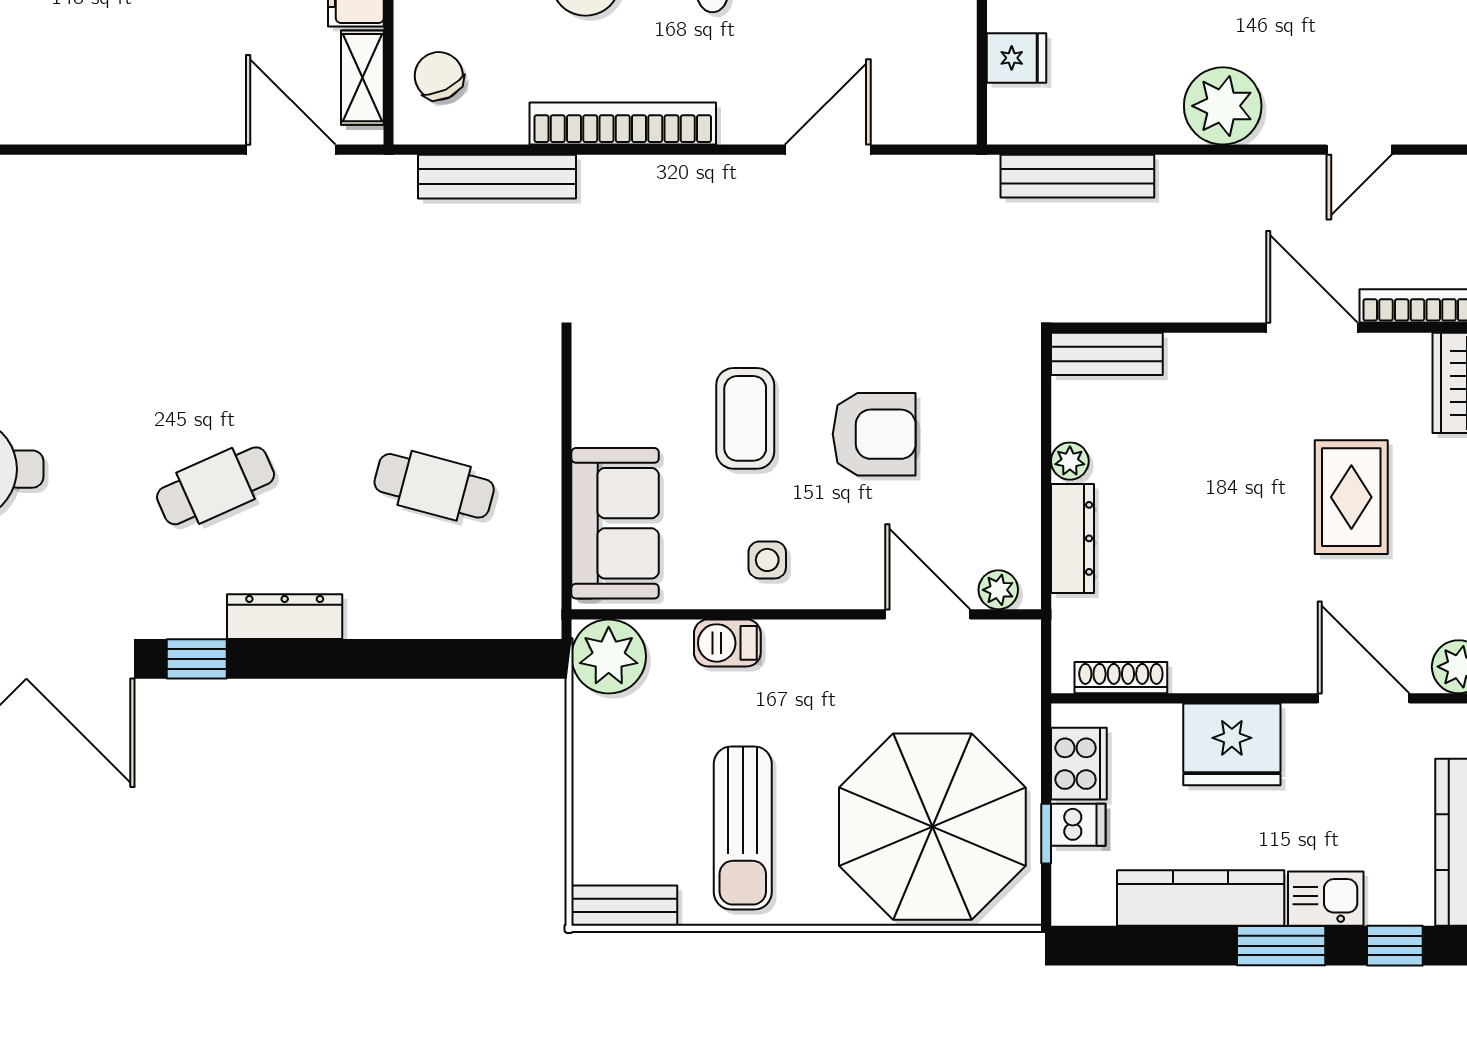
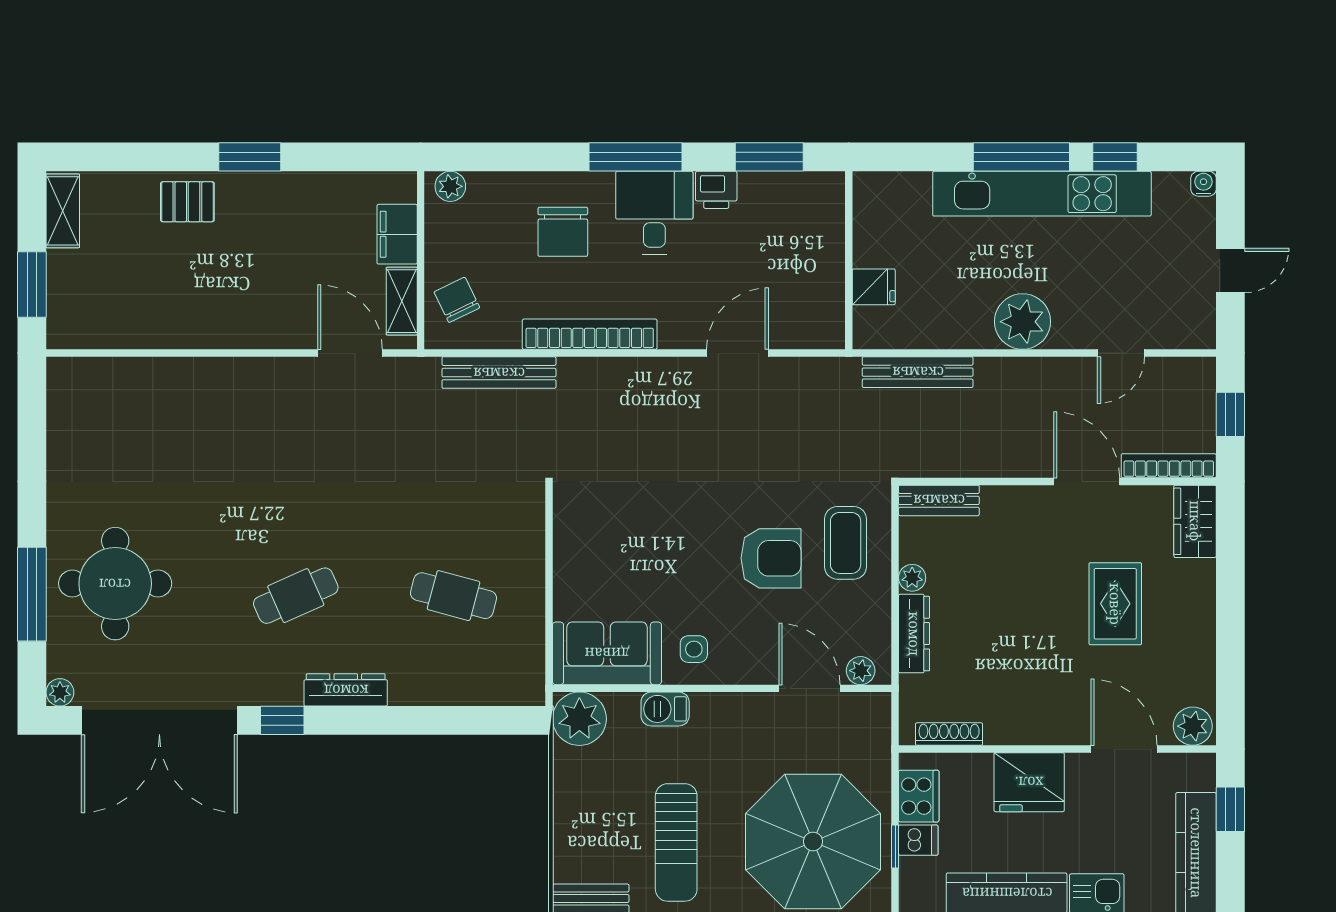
coffee table: (745, 418) -> (846, 543), moved
sofa: (615, 523) -> (607, 653), moved, turned -90

